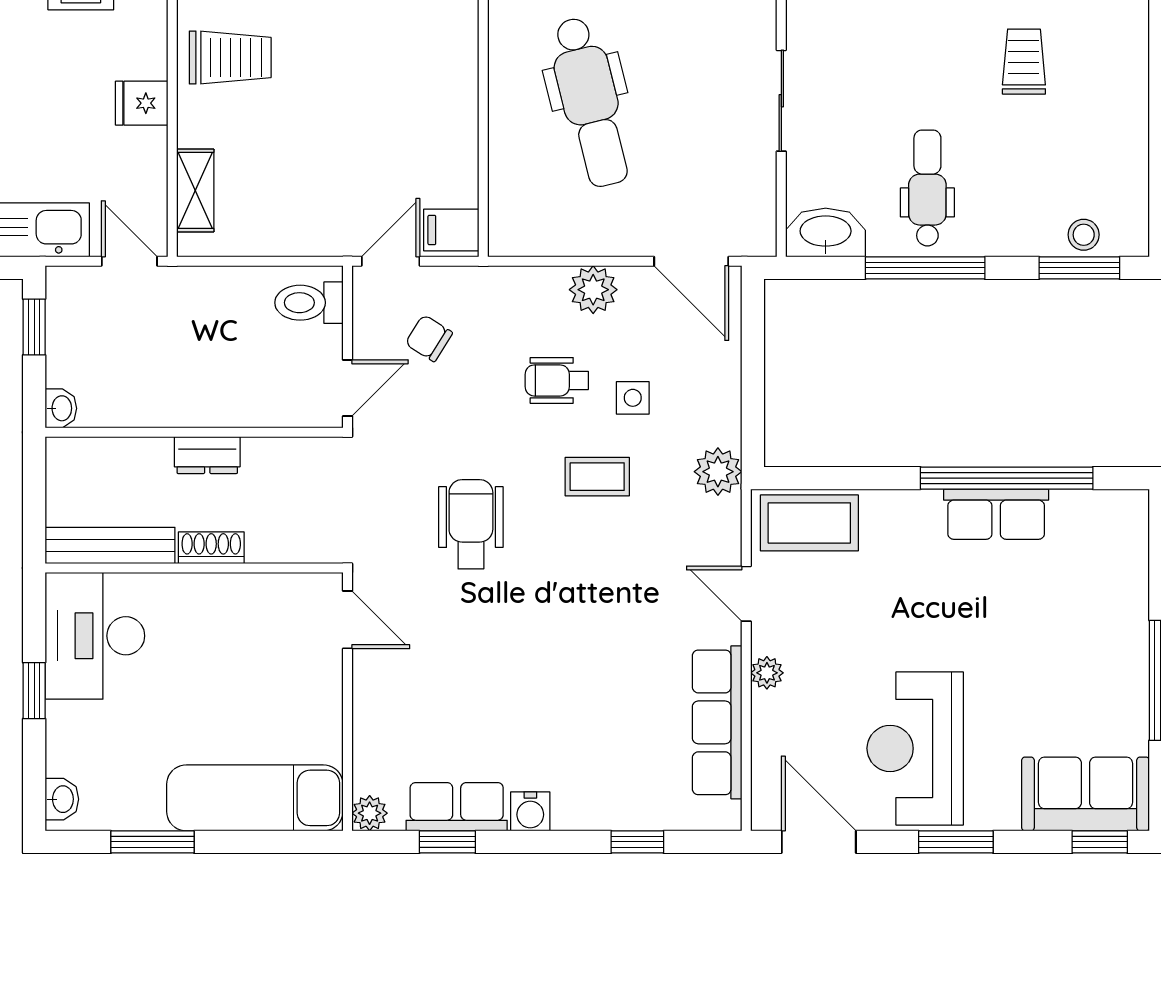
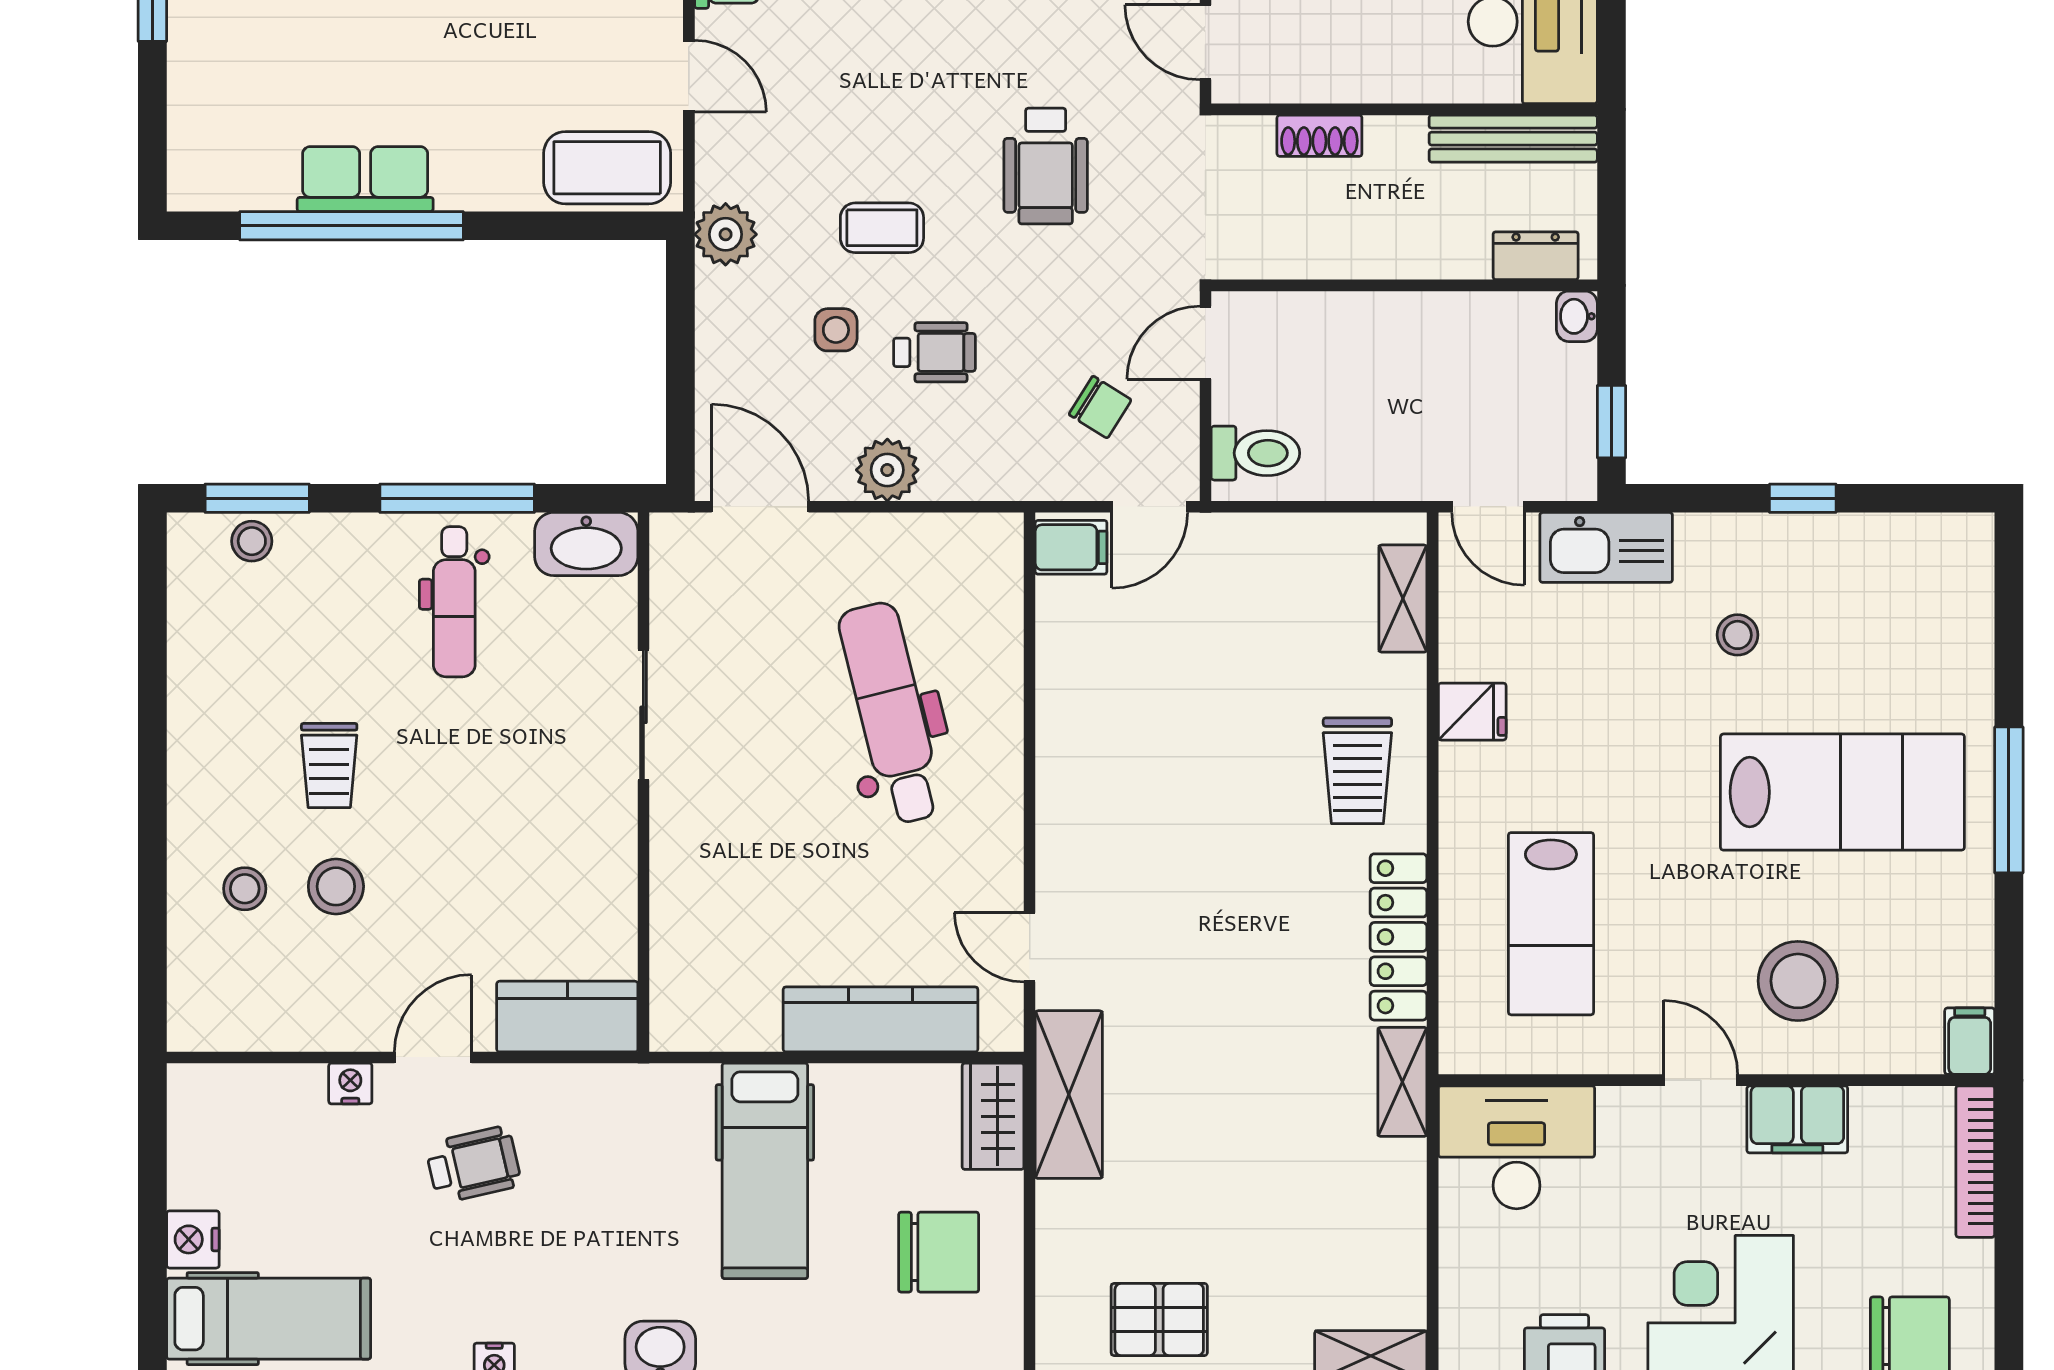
trolley: (230, 57) -> (1357, 771), turned -90
dresser: (207, 455) -> (1536, 256), moved
shoe rack: (211, 548) -> (1319, 136), moved

